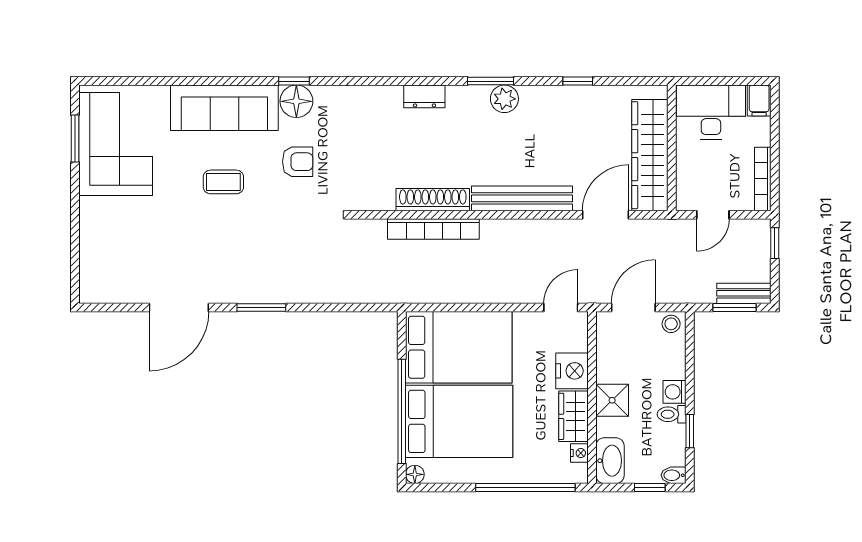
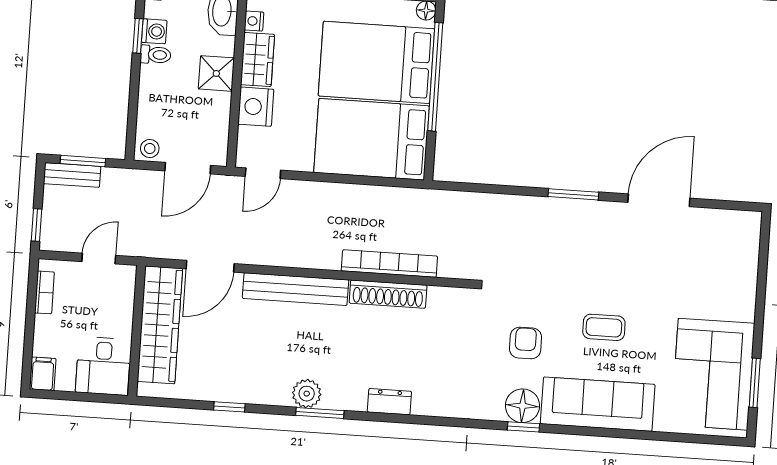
desk: (711, 112) -> (103, 366), width x0.73
armchair: (298, 162) -> (525, 343), turned 90
bookcase: (763, 179) -> (44, 292), width x0.64
washing machine: (674, 392) -> (154, 31), moved

